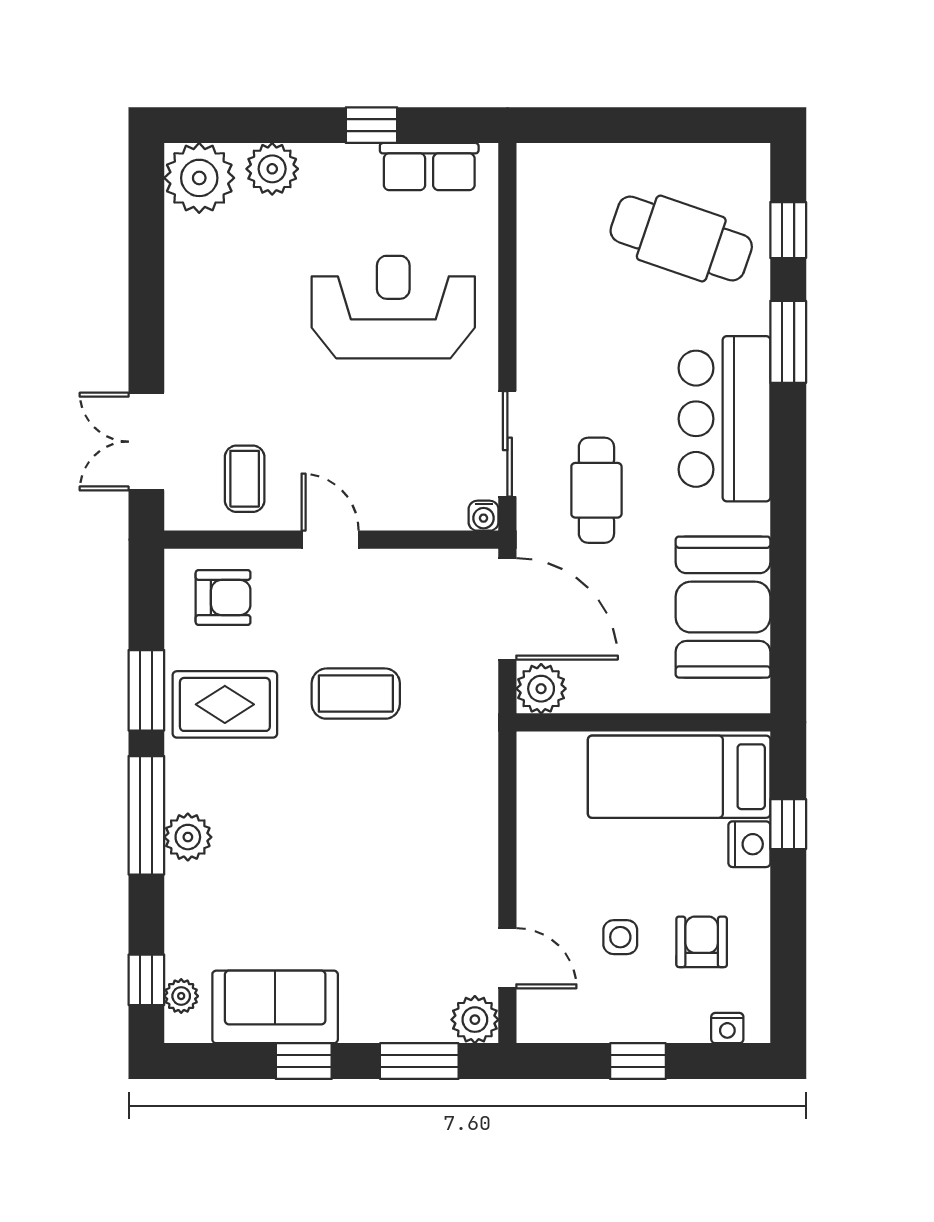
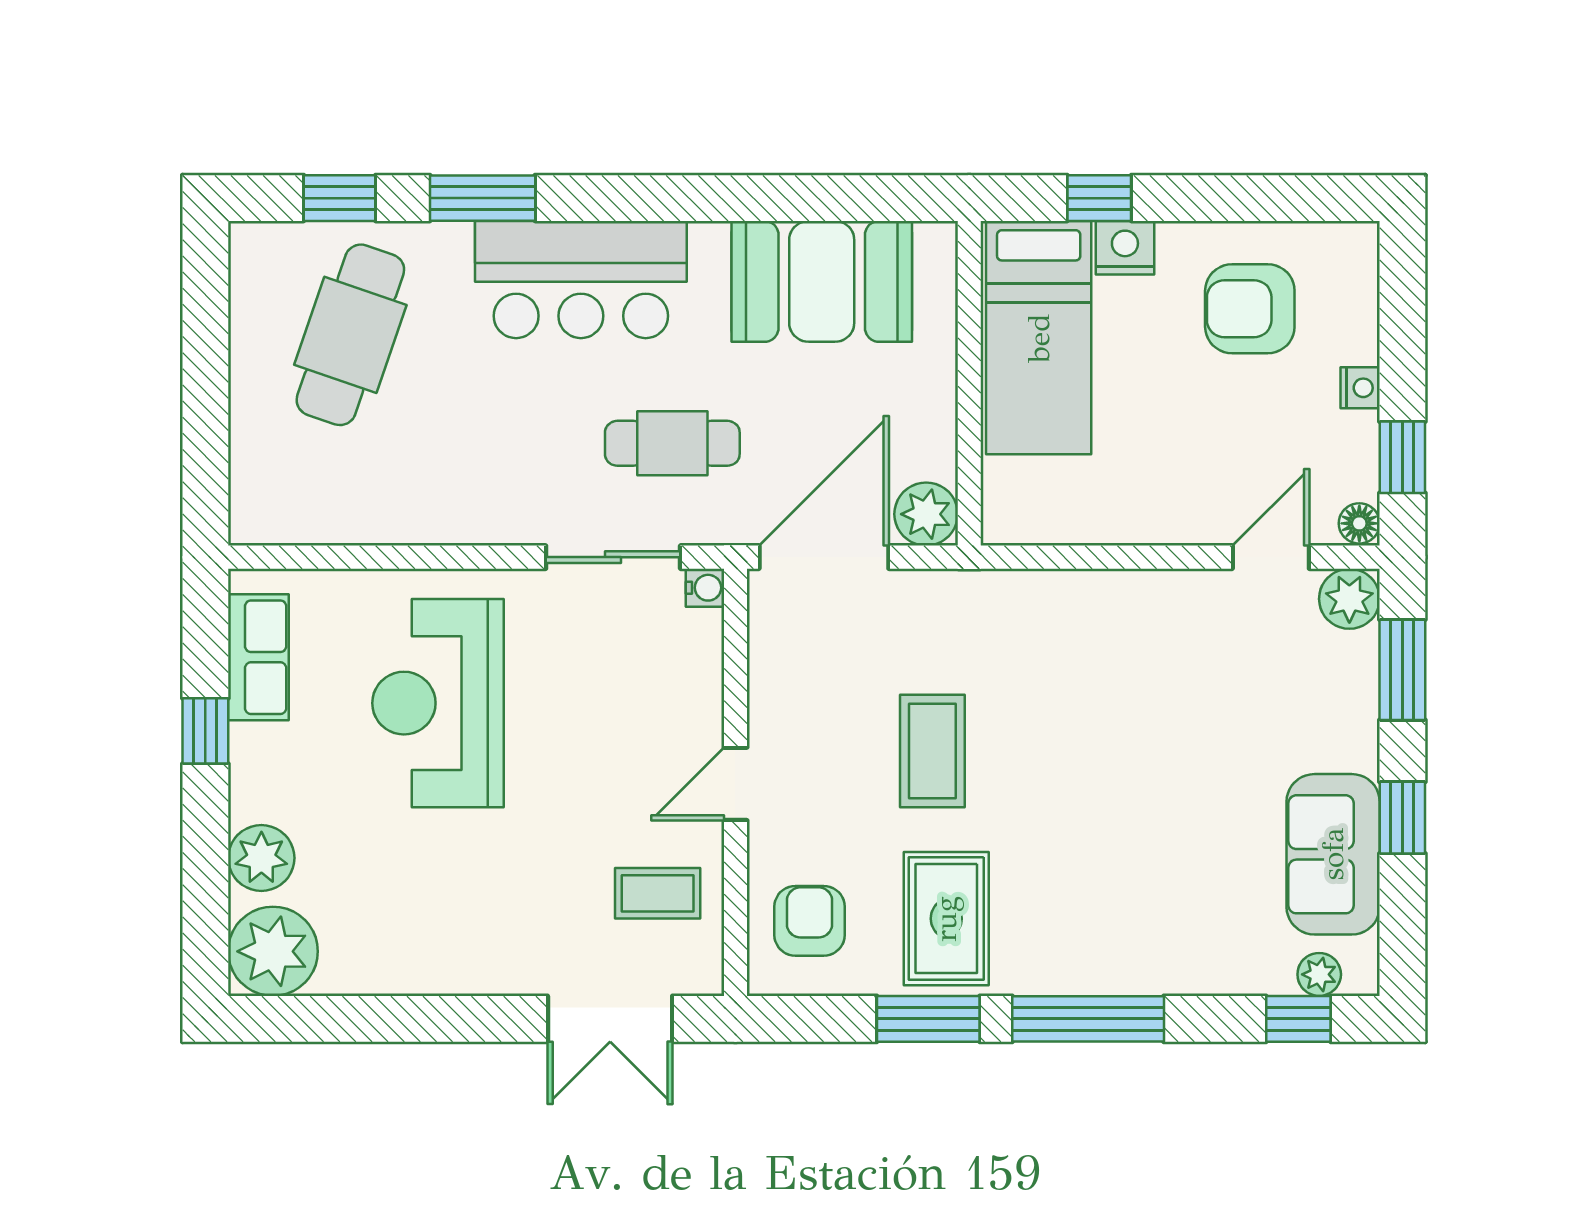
plant: (188, 837) -> (1116, 966), removed
side table: (620, 937) -> (1244, 413), removed
armchair: (702, 942) -> (1250, 309), width x1.38, depth x1.38
floor lamp: (534, 1027) -> (1359, 523), added
nightstand: (727, 1028) -> (1360, 388), moved
window: (638, 1061) -> (1402, 457), moved

